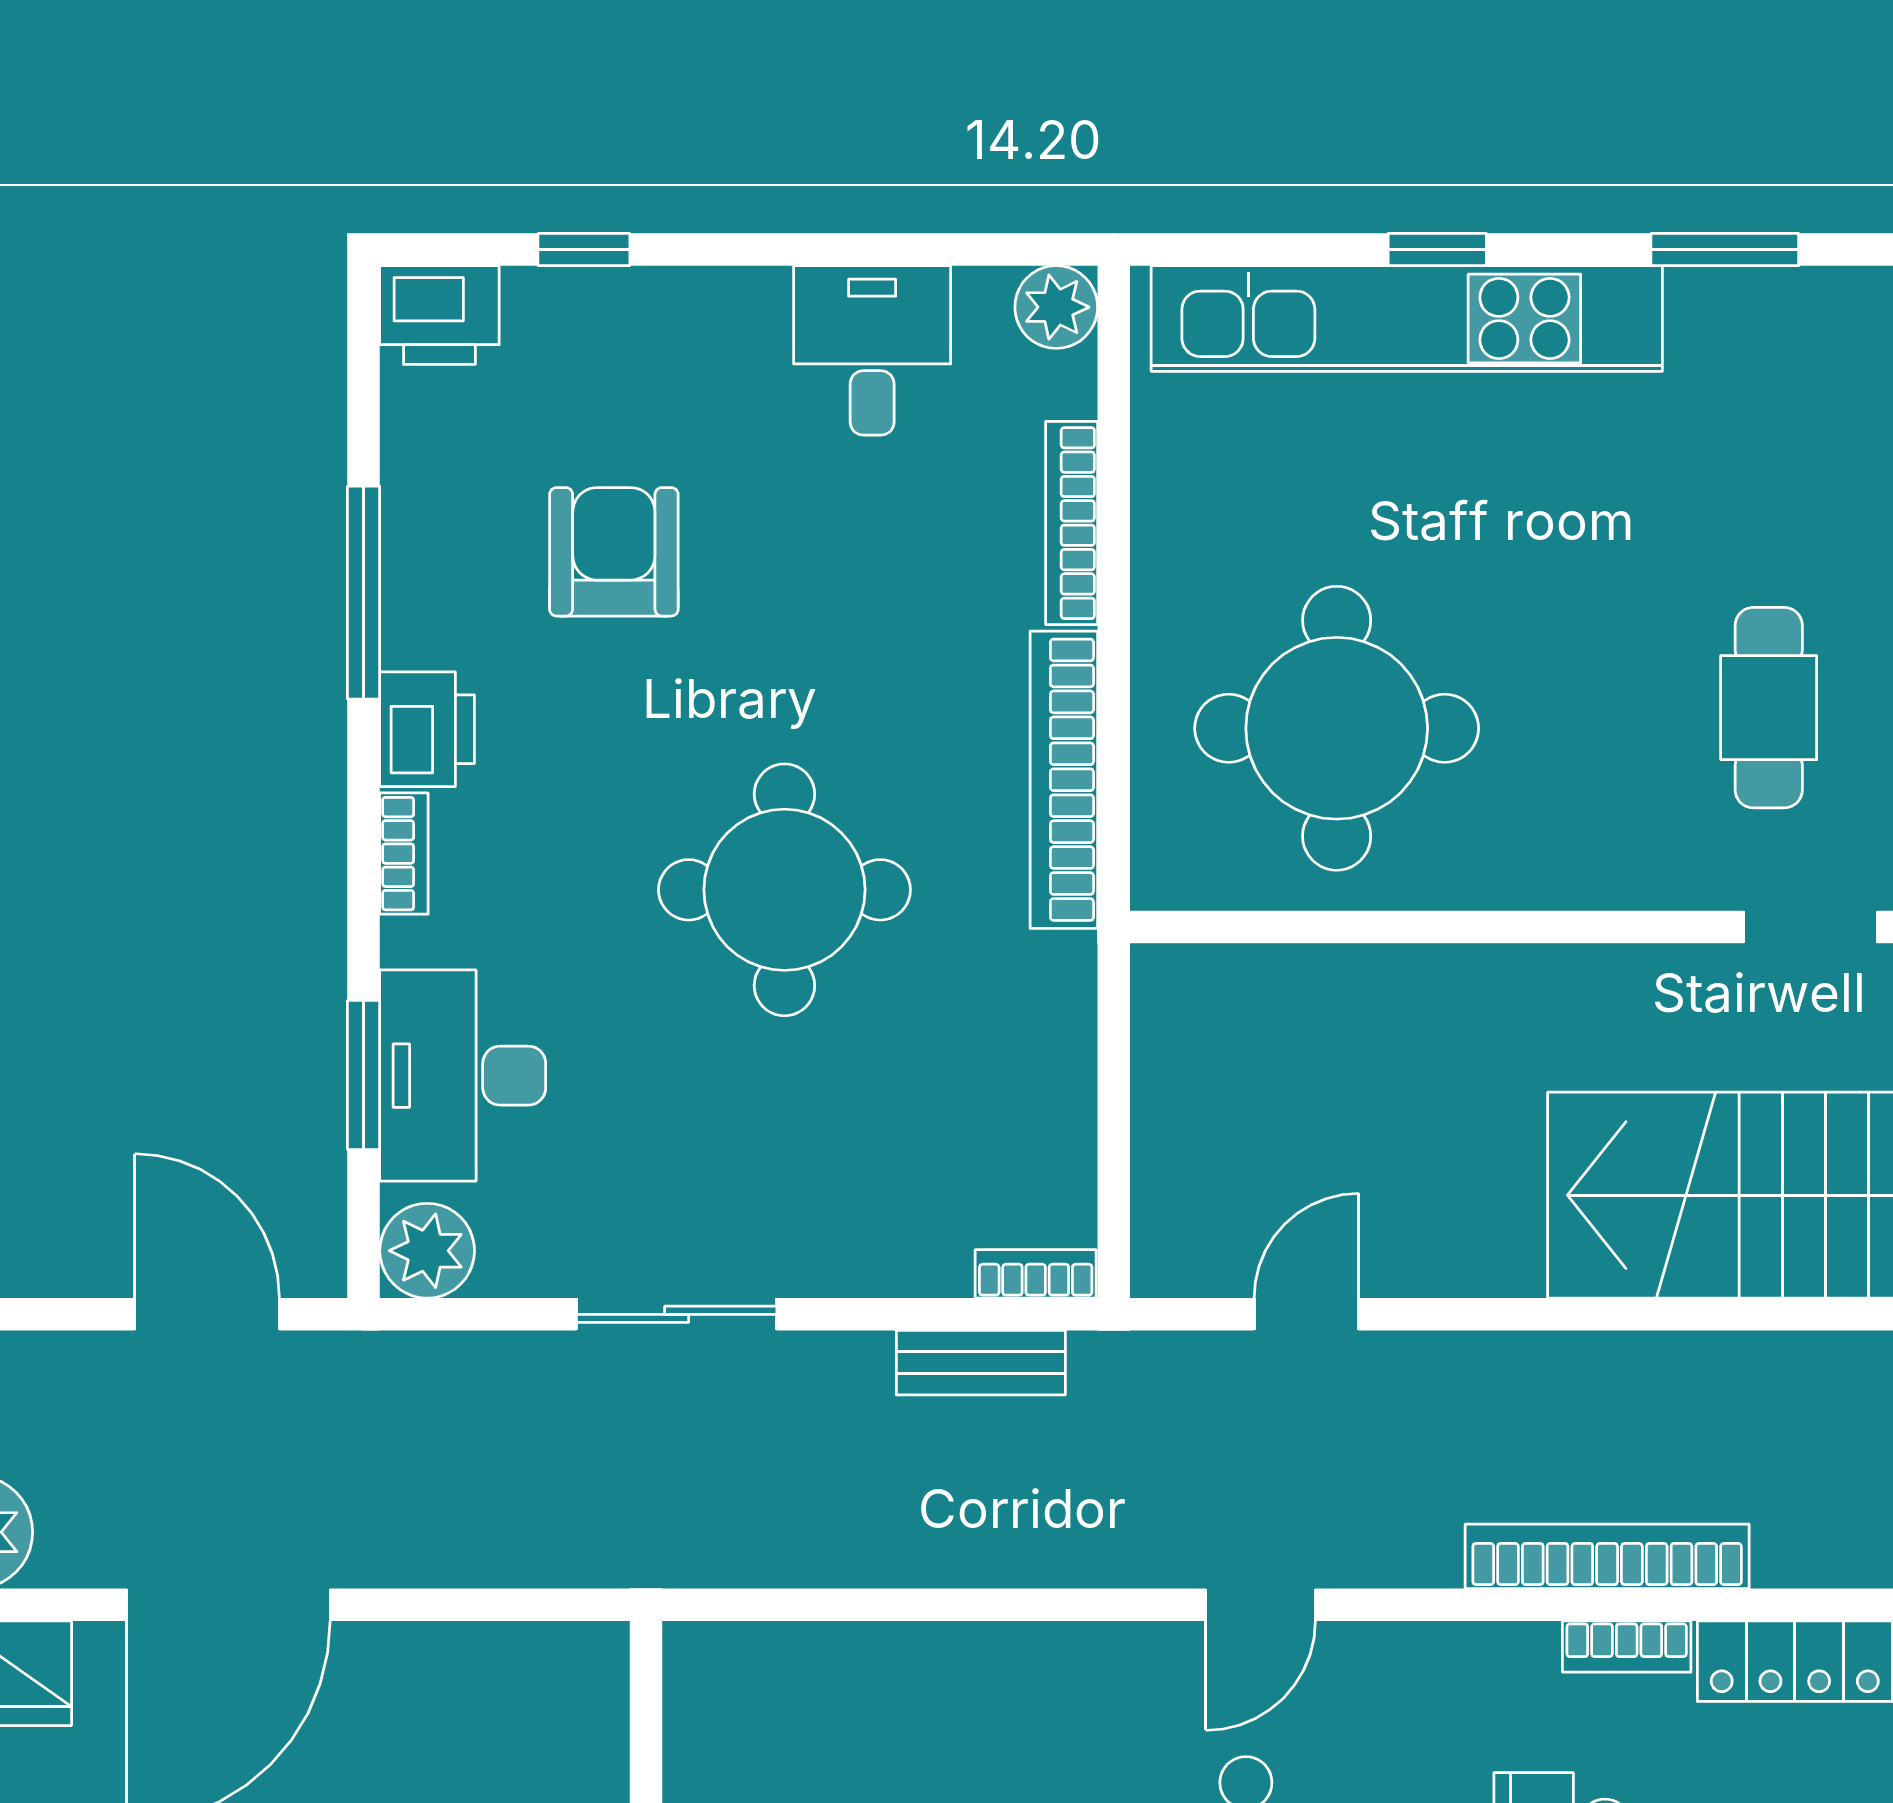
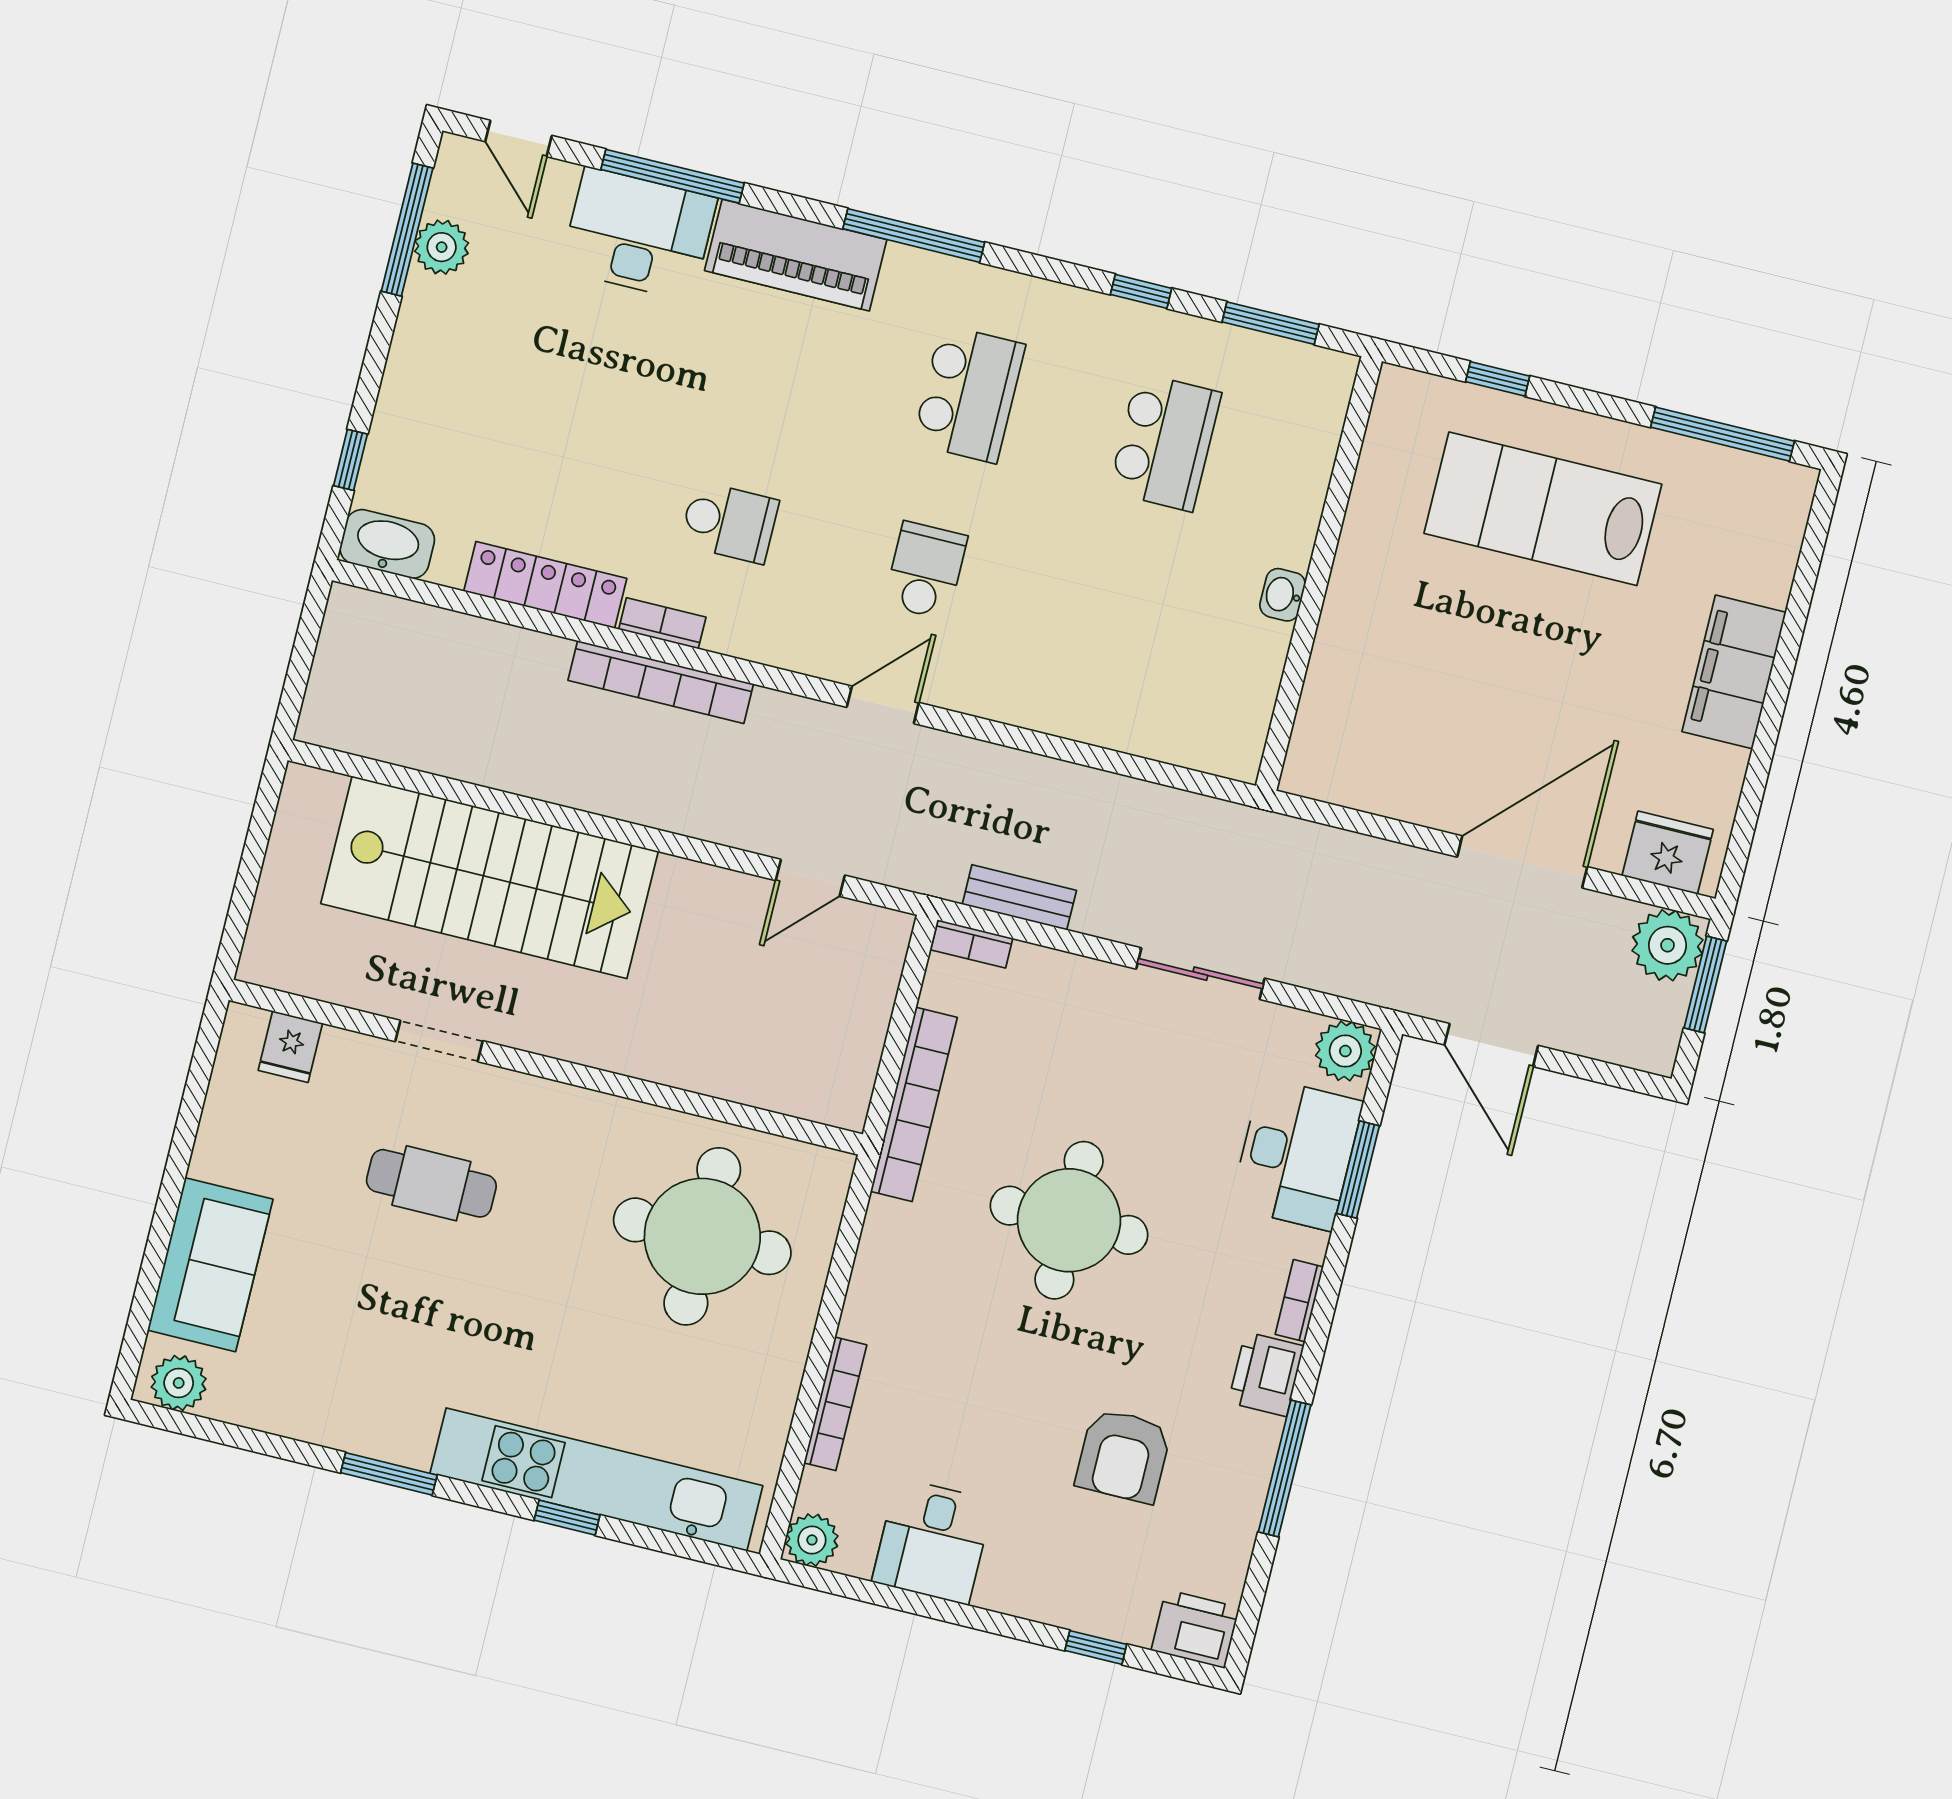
cafe table: (1769, 708) -> (431, 1183), turned 90
bookcase: (1064, 780) -> (914, 1104), moved

